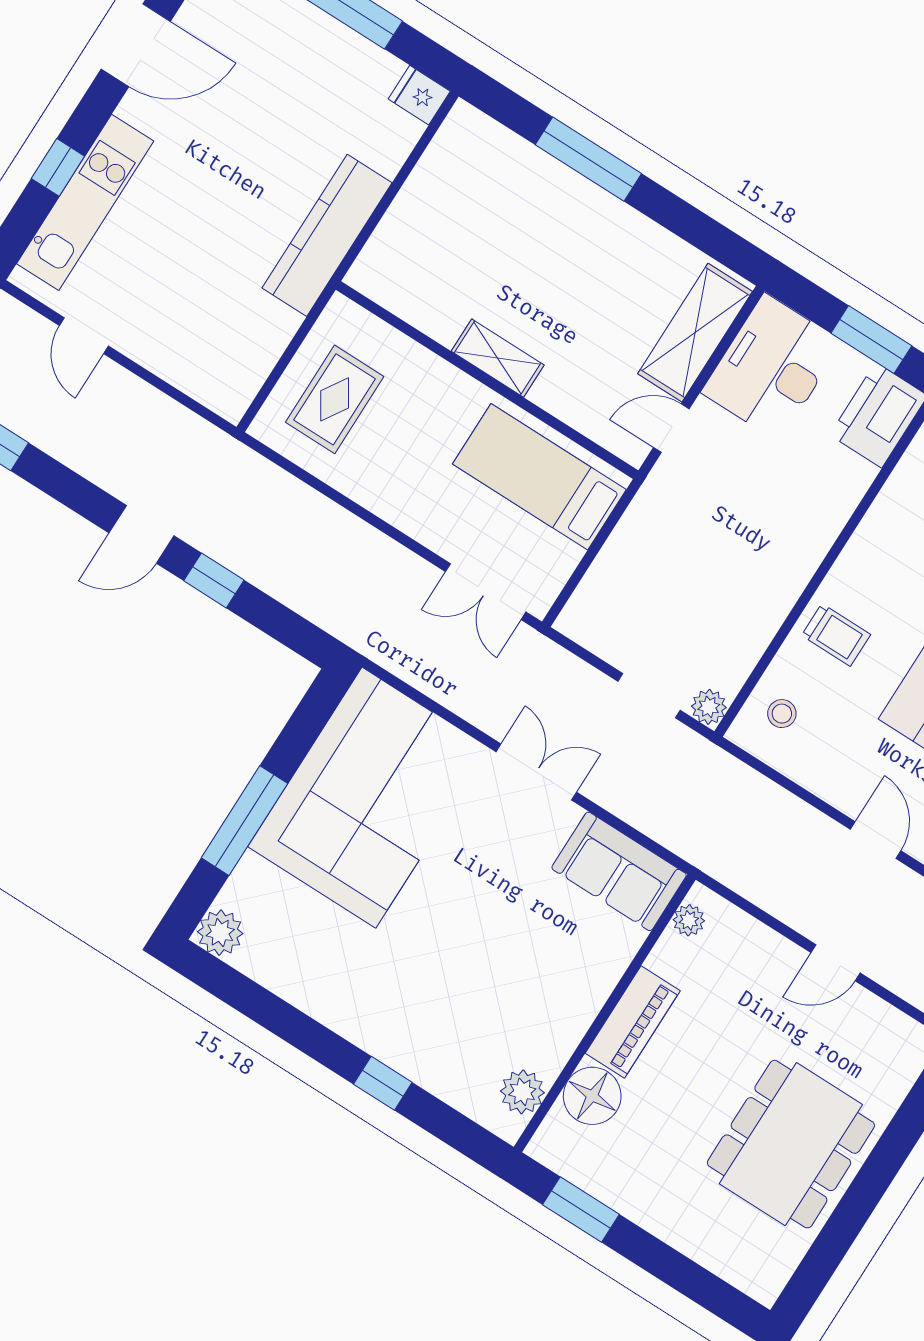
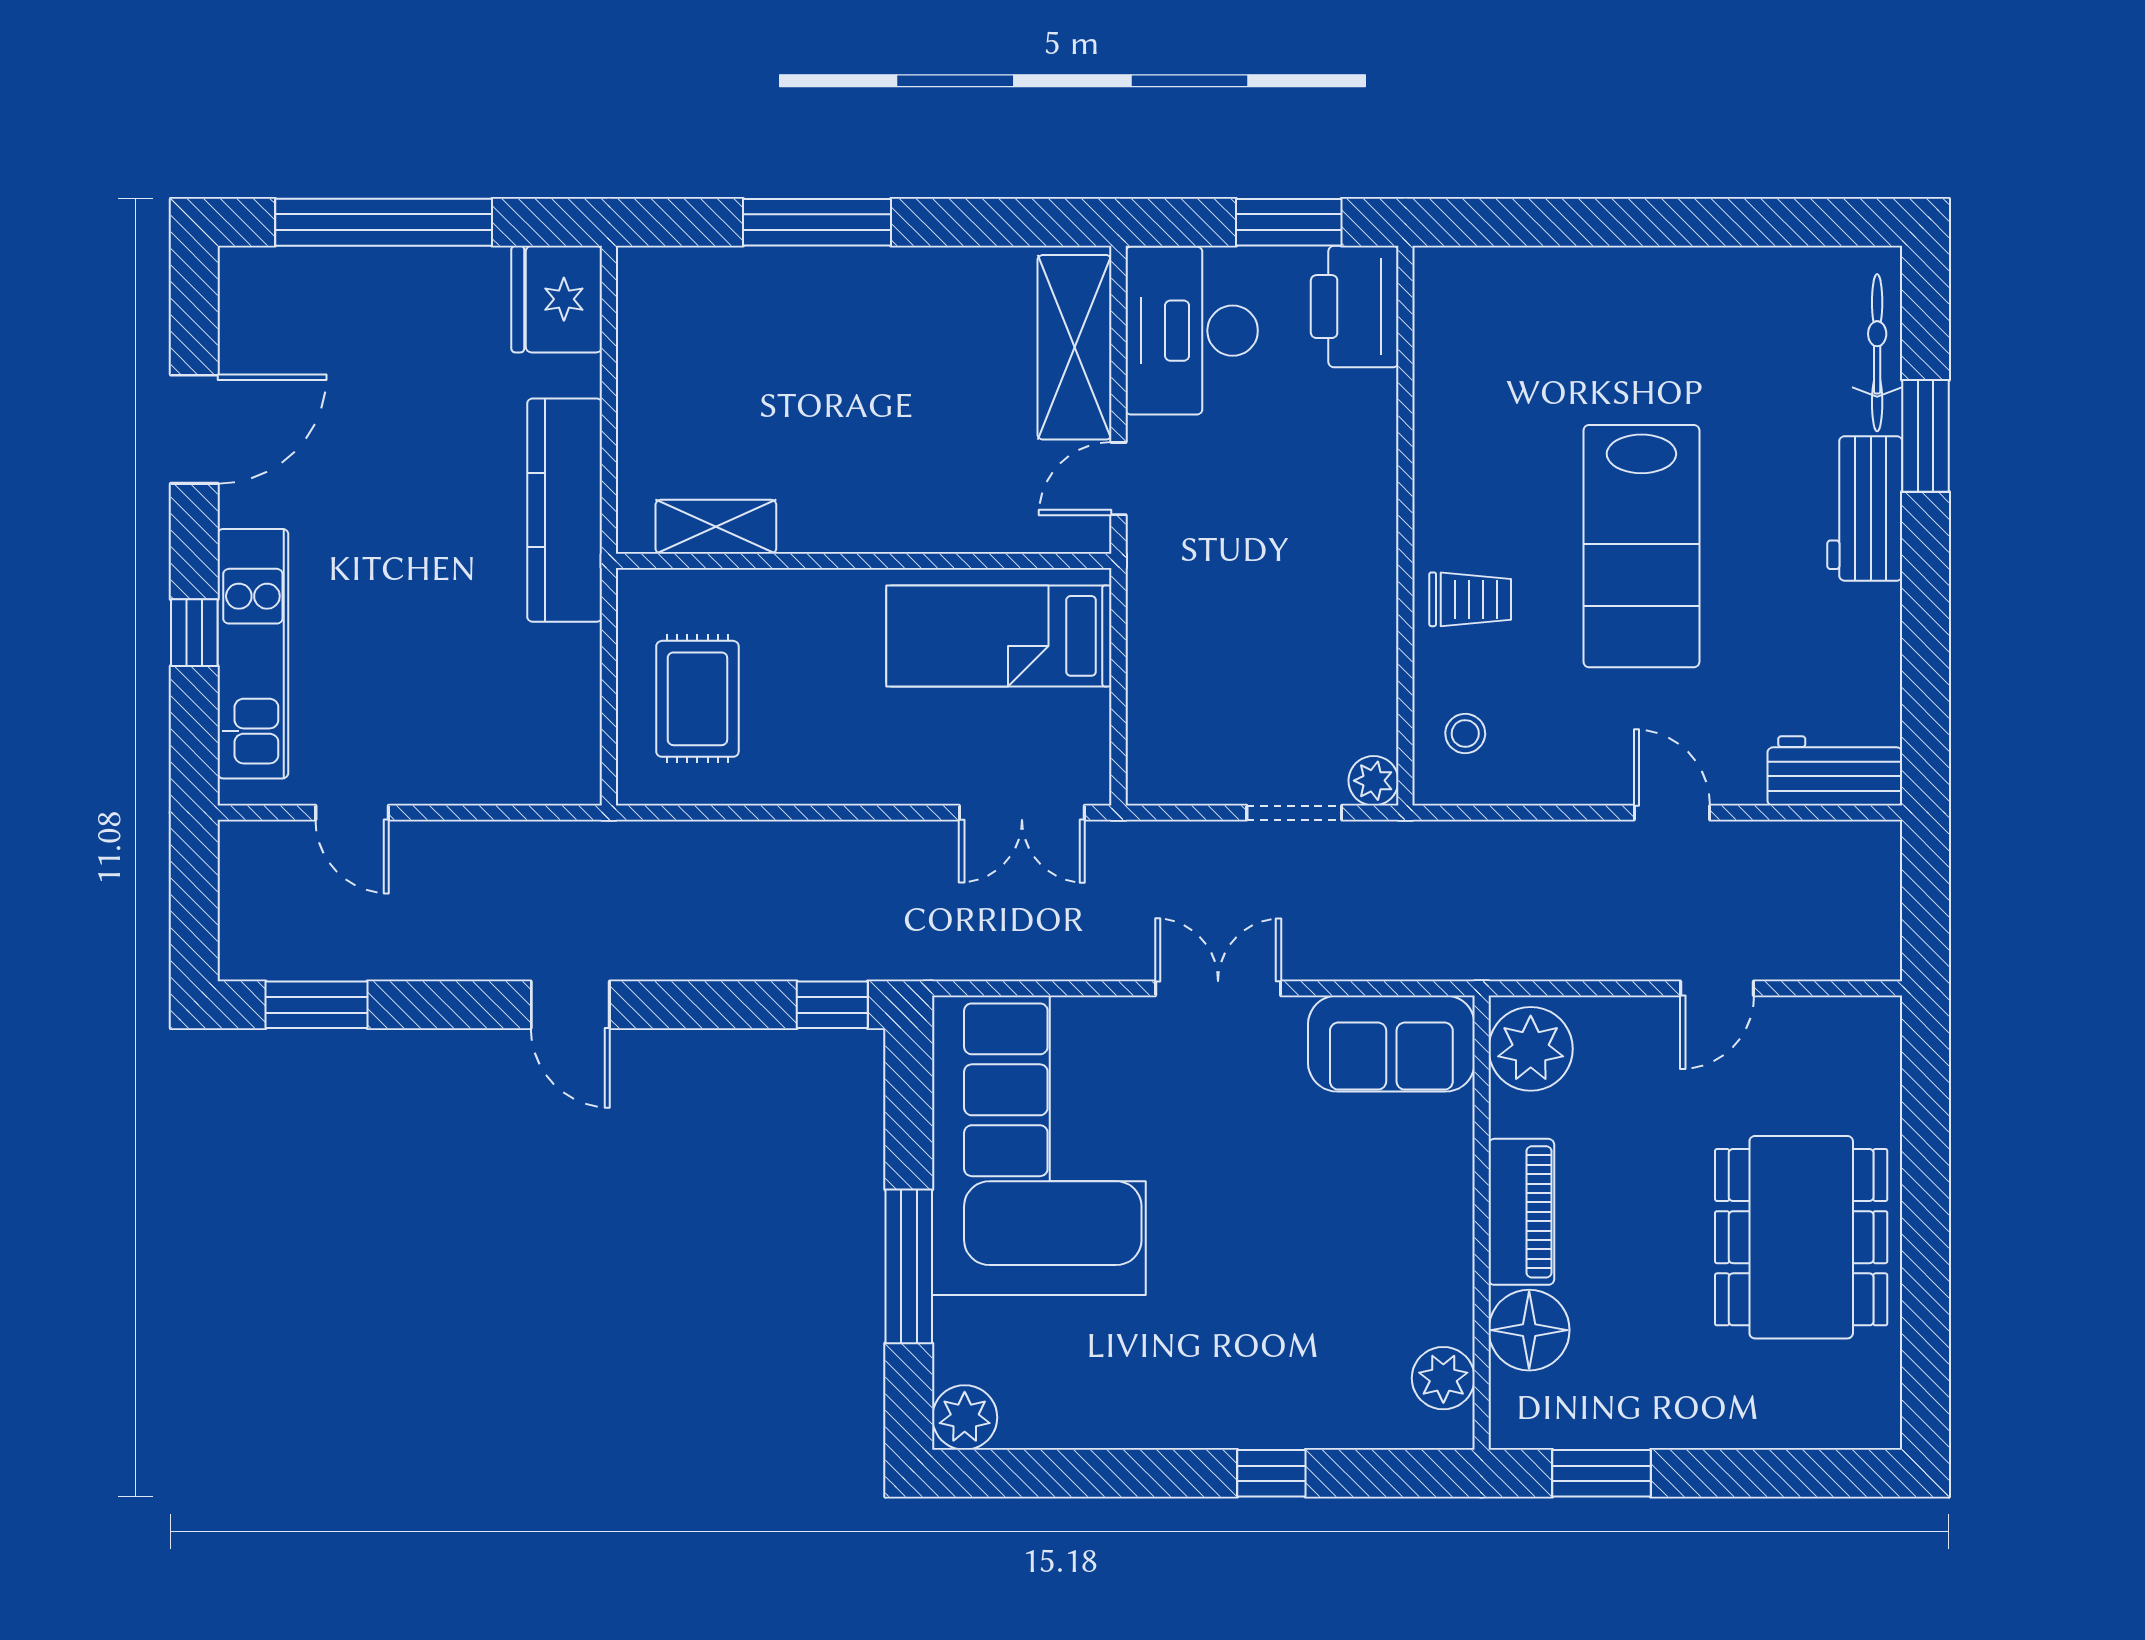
fridge: (419, 95) -> (557, 299), width x1.88, depth x1.34
shelving: (498, 358) -> (716, 527), moved
door: (141, 534) -> (570, 1005), hinge flipped
window: (214, 580) -> (832, 1005), moved
plant: (689, 920) -> (1531, 1049), width x1.87, depth x1.87

